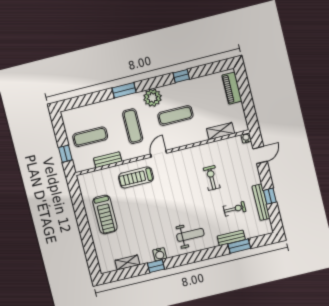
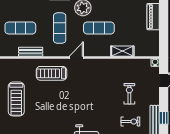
shelving: (221, 131) -> (122, 51), moved
exercise bike: (212, 178) -> (129, 94), moved

